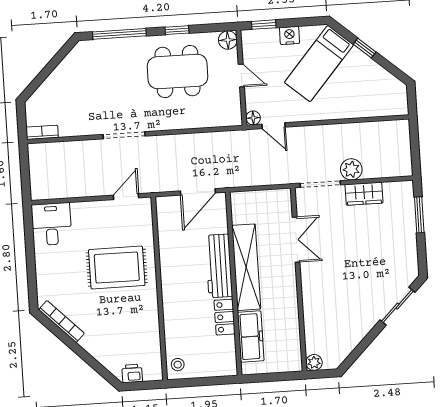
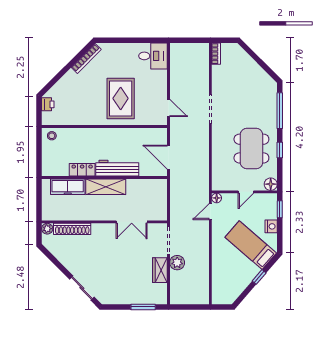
shelving: (246, 267) -> (106, 187), width x0.68
shoe rack: (312, 326) -> (72, 229), added

